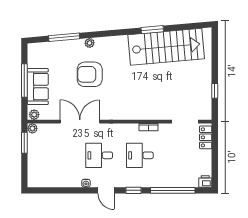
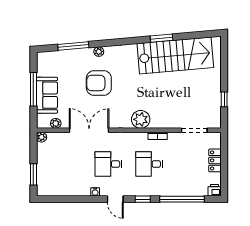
plant: (131, 111) -> (141, 119), added
plant: (34, 115) -> (56, 123), moved
locker: (206, 137) -> (215, 160), moved
window: (24, 143) -> (33, 174), moved

